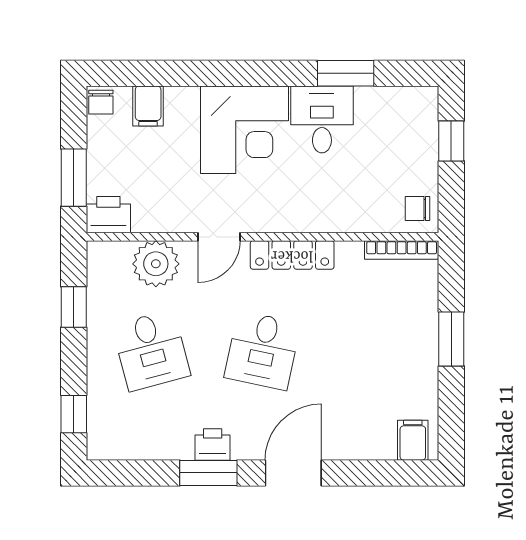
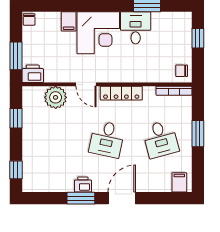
filing cabinet: (148, 106) -> (69, 21), moved
door: (219, 237) -> (86, 84), hinge flipped
desk: (151, 350) -> (161, 139), moved

